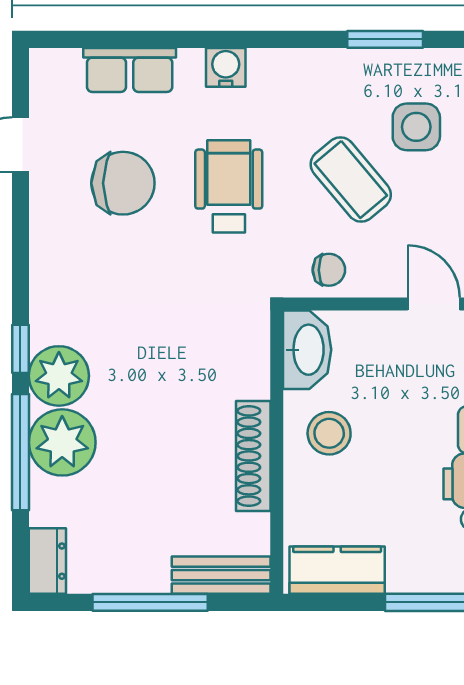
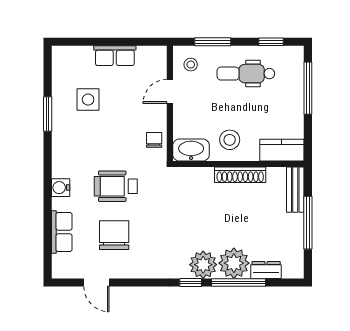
coffee table: (351, 179) -> (112, 130), removed
dresser: (47, 561) -> (266, 270), moved
kitchen counter: (337, 570) -> (282, 150), moved, turned 90

